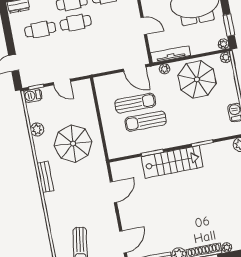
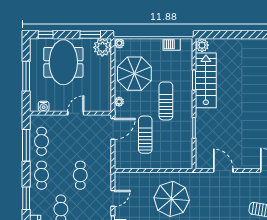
cafe table: (76, 23) -> (80, 175), moved
plant: (223, 44) -> (102, 47), width x1.88, depth x1.88
tv unit: (170, 54) -> (107, 94), removed
sun lounger: (146, 121) -> (166, 101), moved, turned 180
stairs: (172, 162) -> (206, 80), moved

